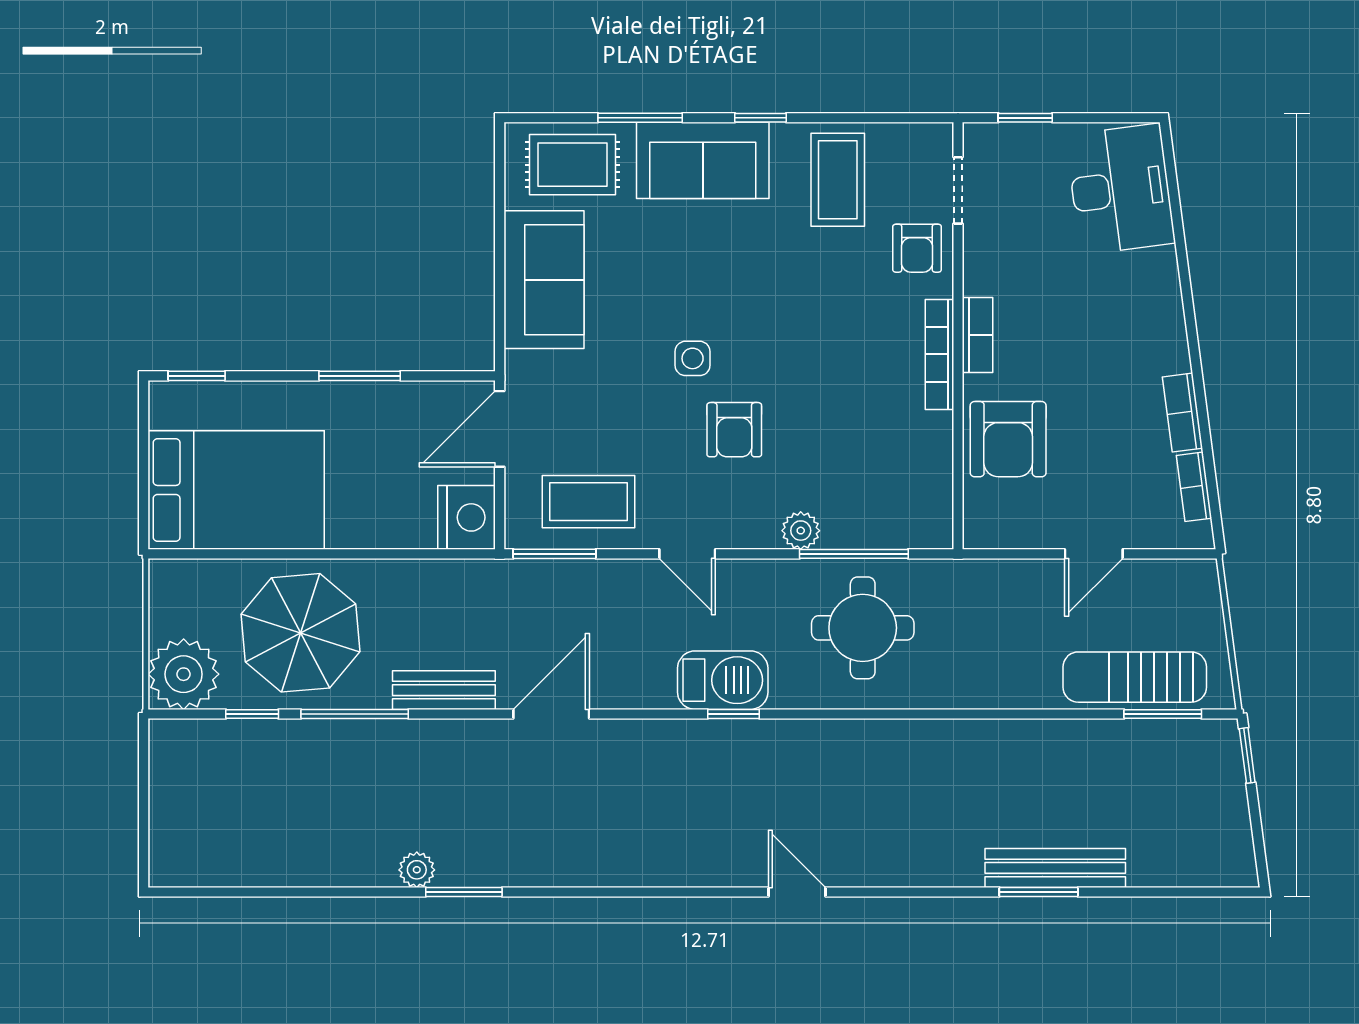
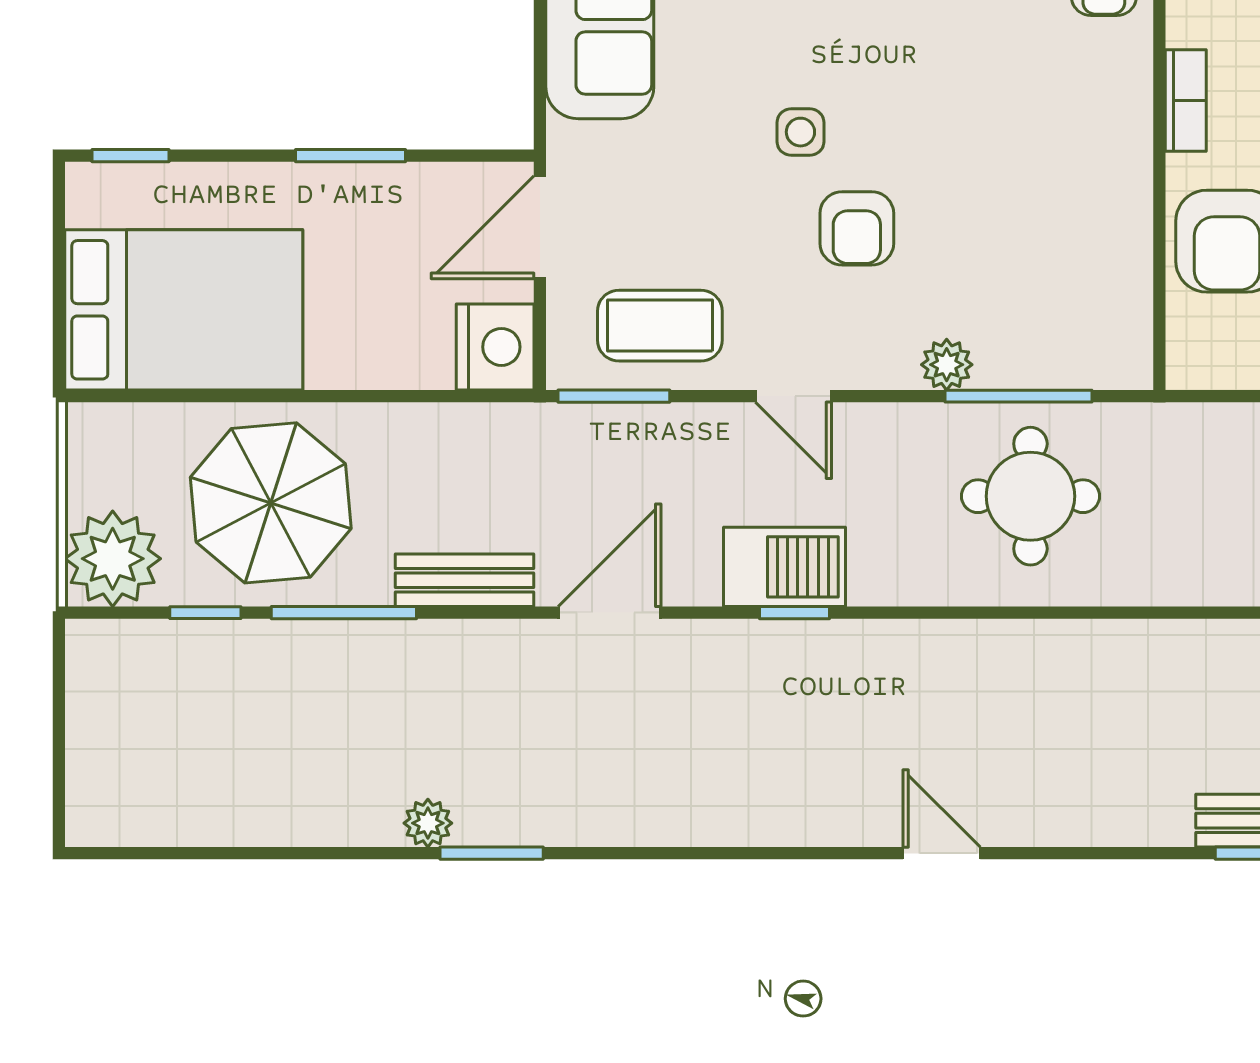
bookcase: (939, 354) -> (1134, 127), removed
barbecue: (723, 680) -> (785, 567), moved
window: (733, 714) -> (795, 613), moved

